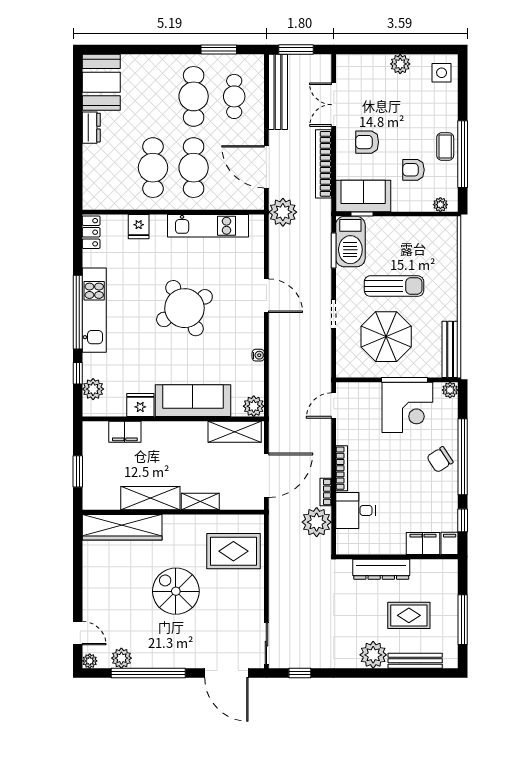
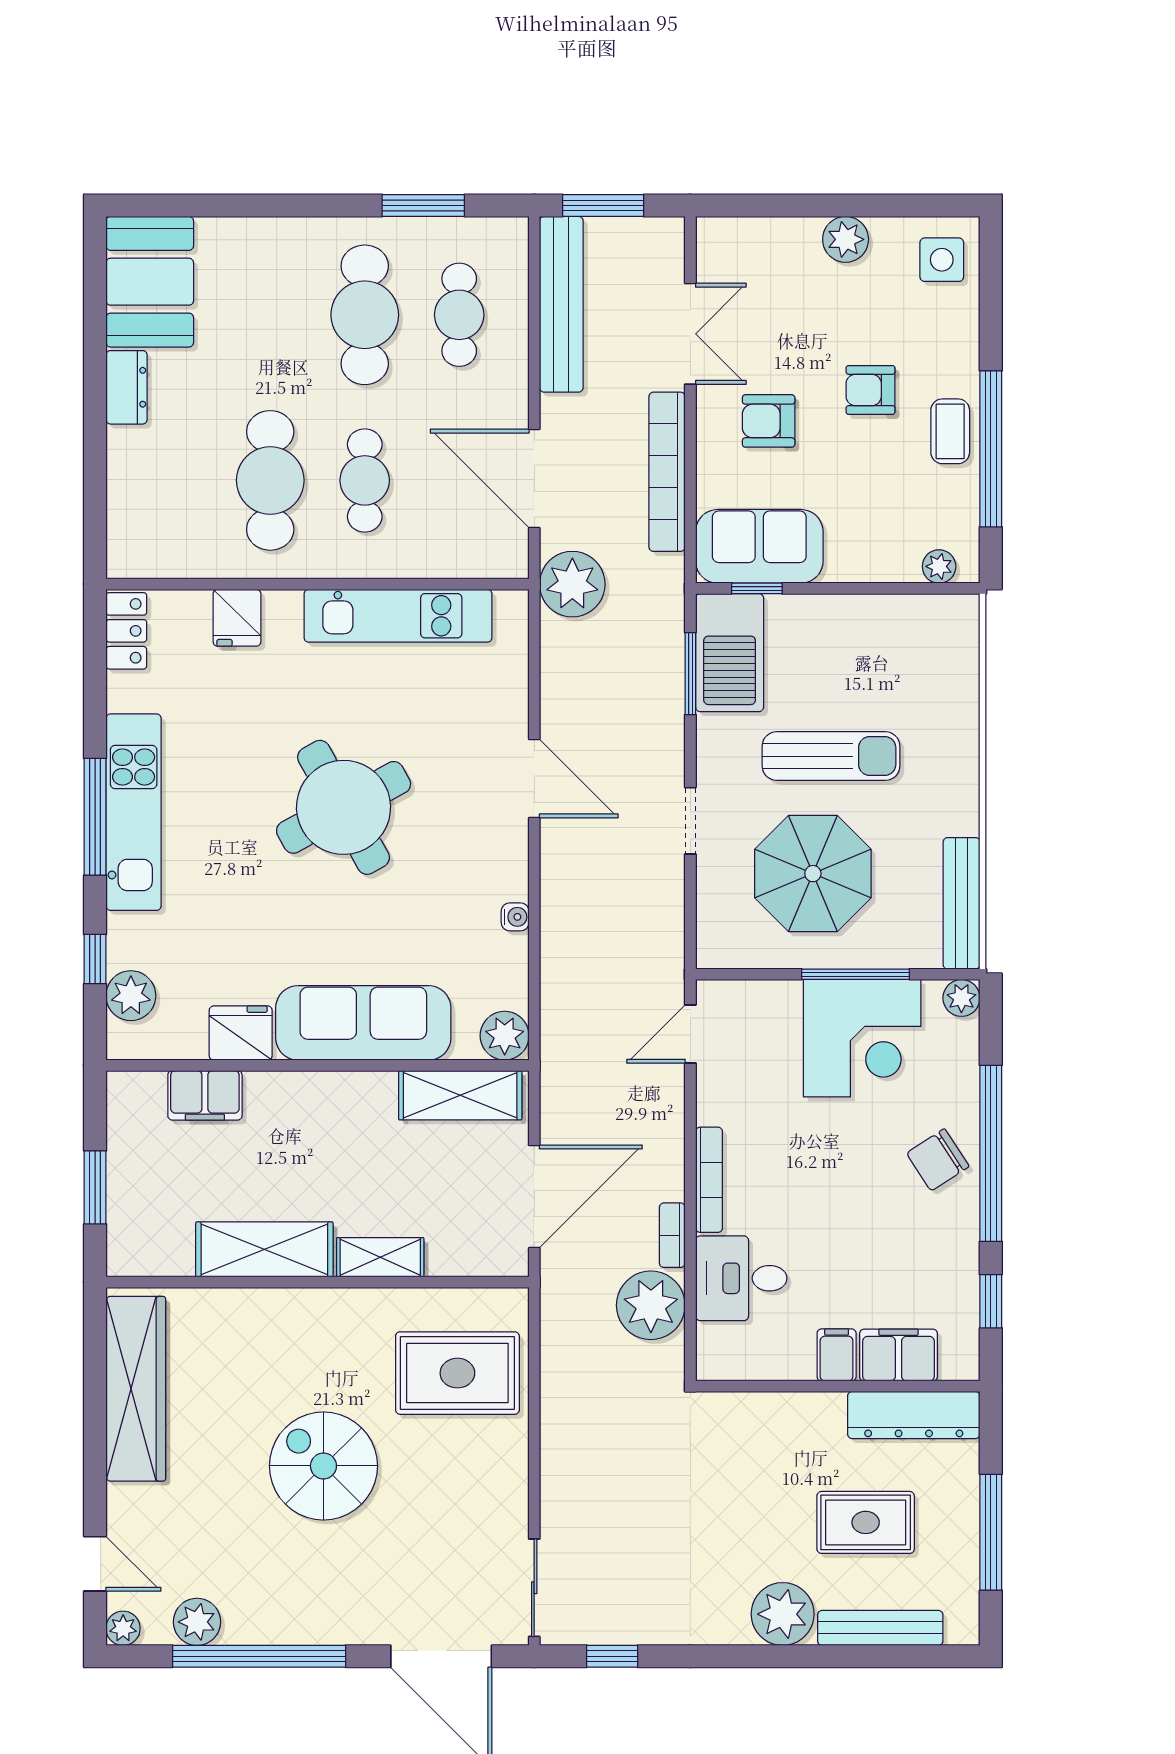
double door: (334, 105) -> (690, 334), swing flipped
cafe table: (194, 168) -> (365, 480), width x0.73, depth x0.74
armchair: (413, 170) -> (870, 390), moved
window: (78, 312) -> (95, 817), width x0.68
wardrobe: (122, 527) -> (136, 1389), moved, turned -90
filing cabinet: (450, 543) -> (837, 1355), moved
dresser: (381, 569) -> (914, 1415), moved

